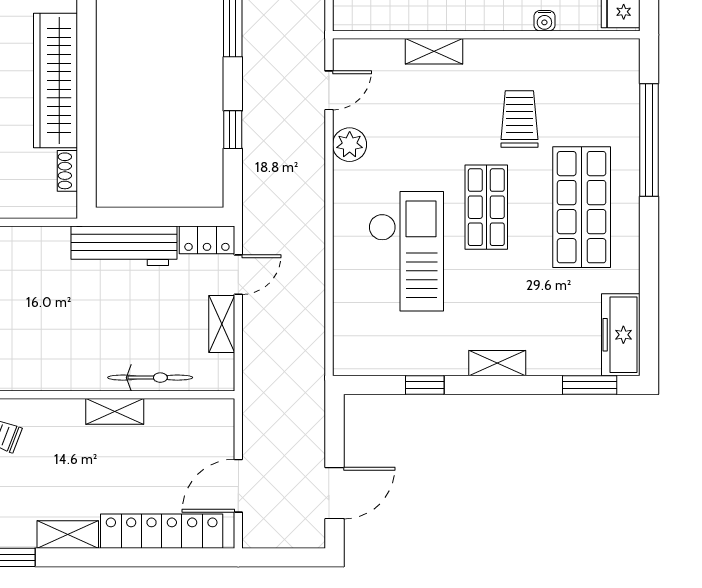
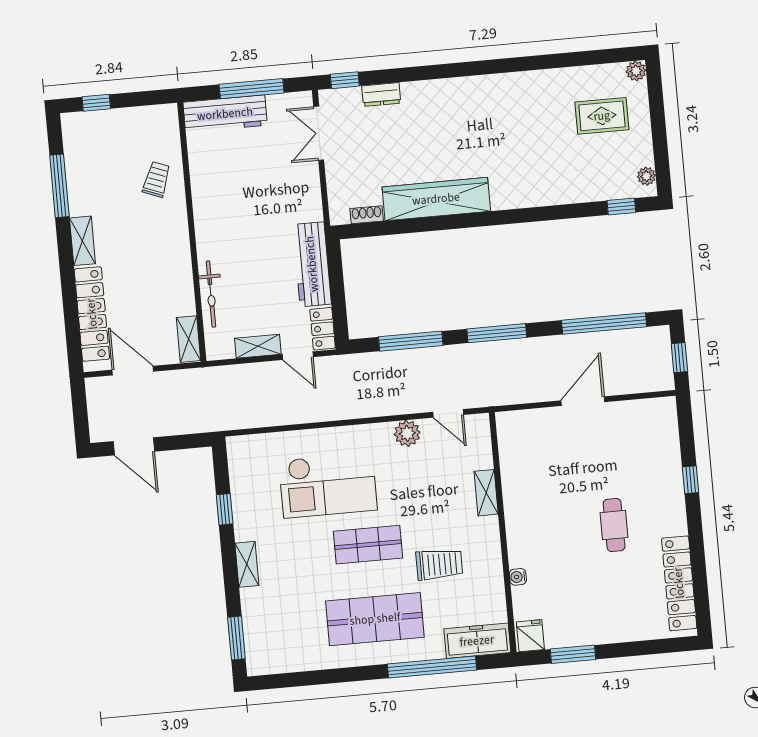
window: (233, 130) -> (411, 341), width x2.17
freezer: (621, 335) -> (477, 641), moved
shelving: (115, 411) -> (188, 339), moved

